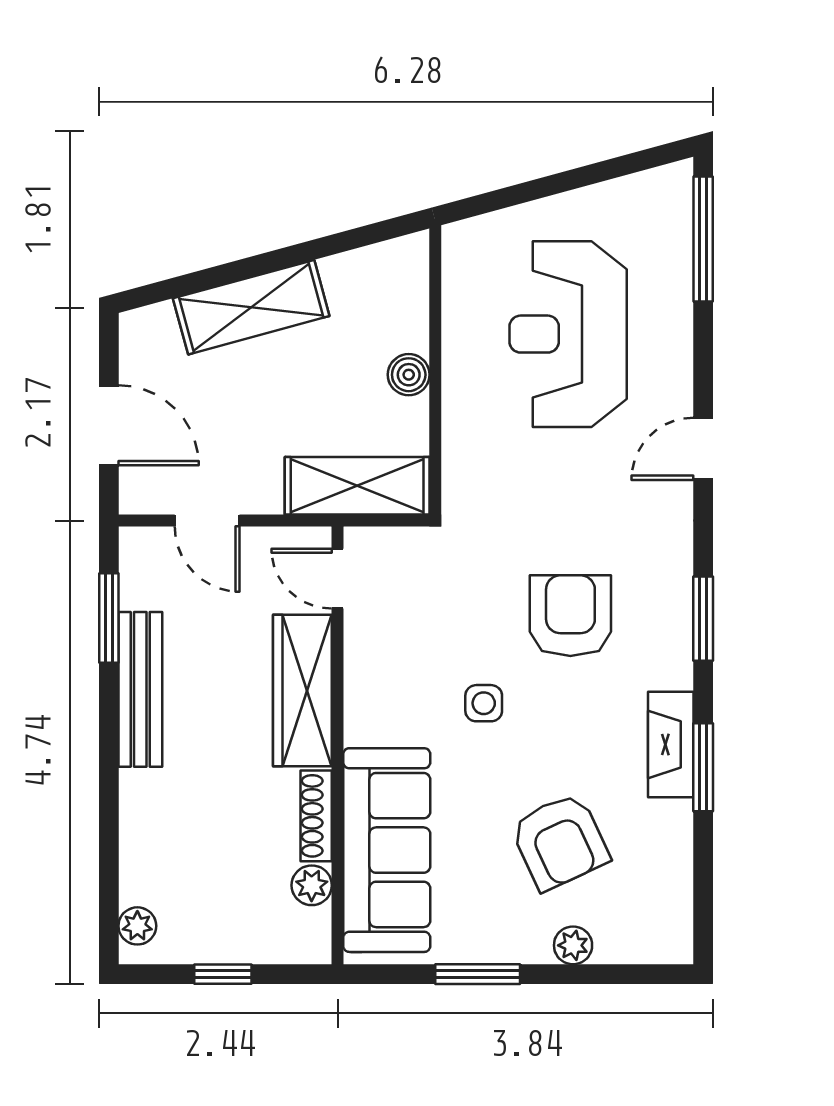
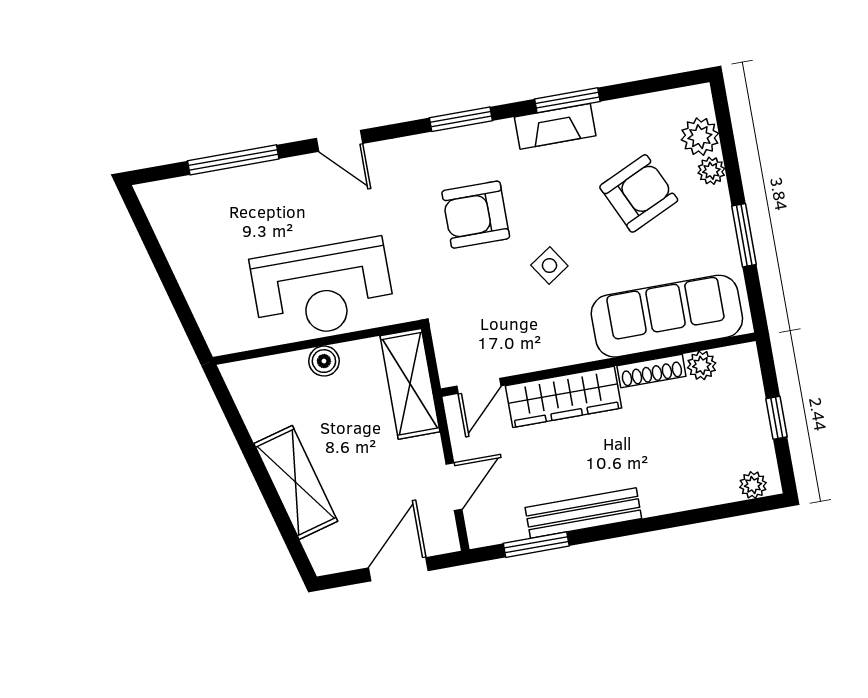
window: (703, 239) -> (233, 160), moved
reception desk: (568, 334) -> (323, 289), moved
side table: (484, 703) -> (549, 266), turned -34
plant: (622, 938) -> (700, 137), added

